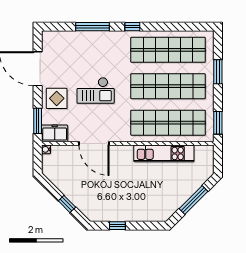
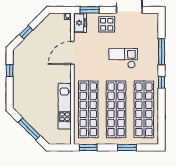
checkout: (96, 90) -> (123, 58), moved, turned 90

